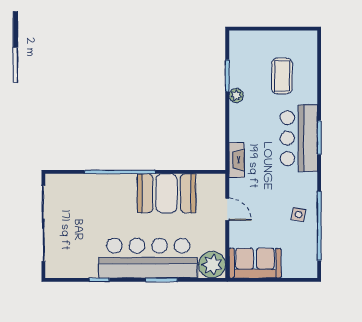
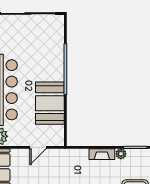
fireplace: (237, 160) -> (102, 154), moved

